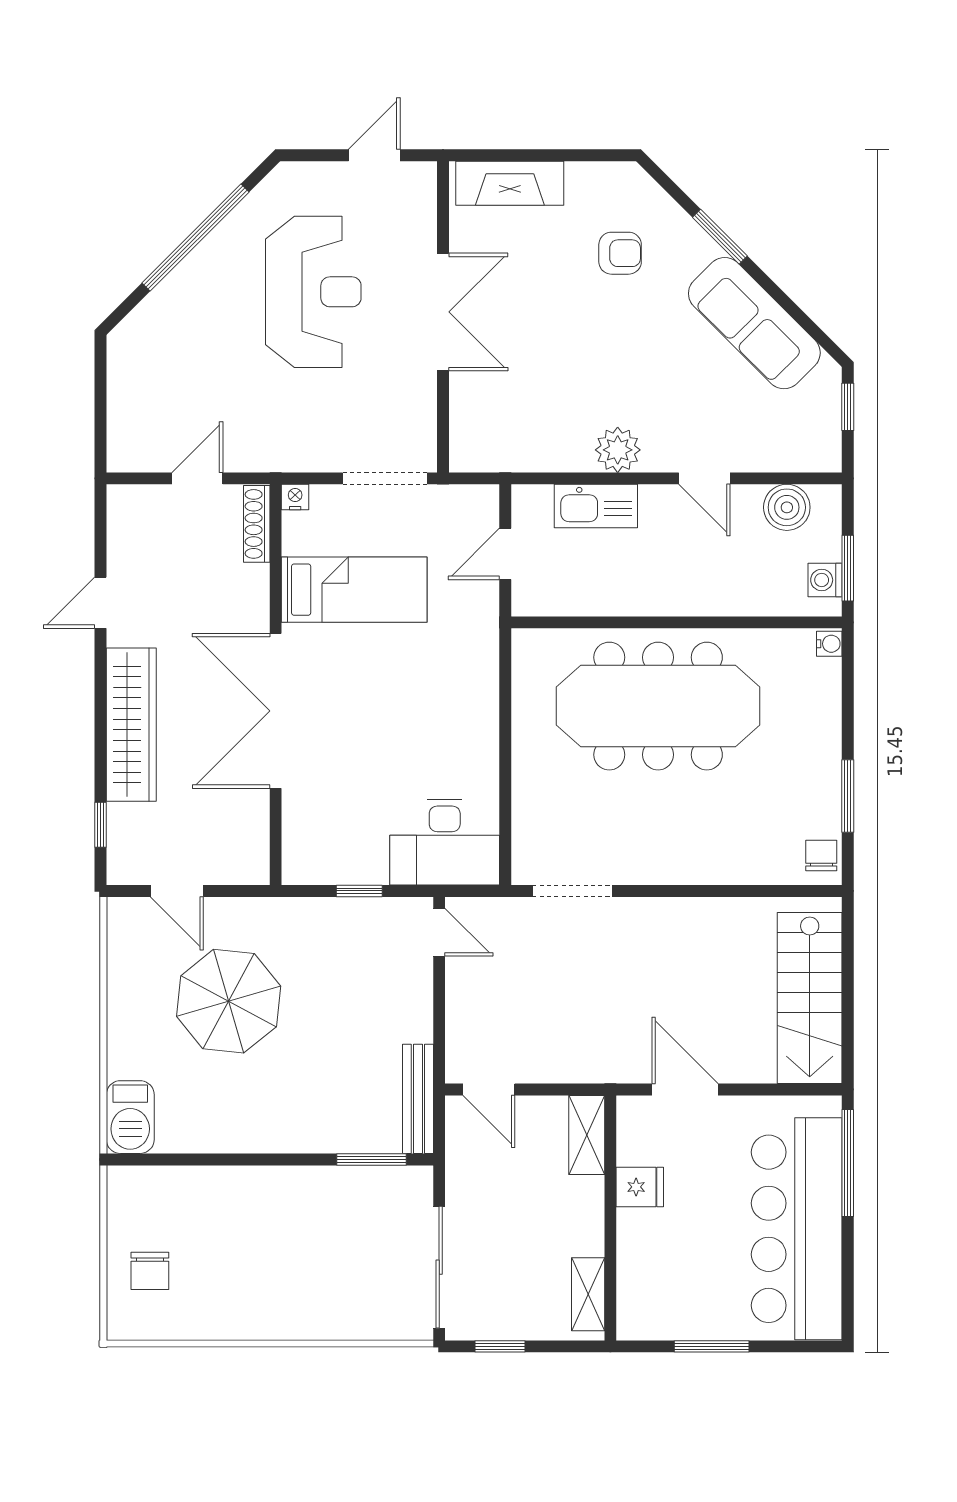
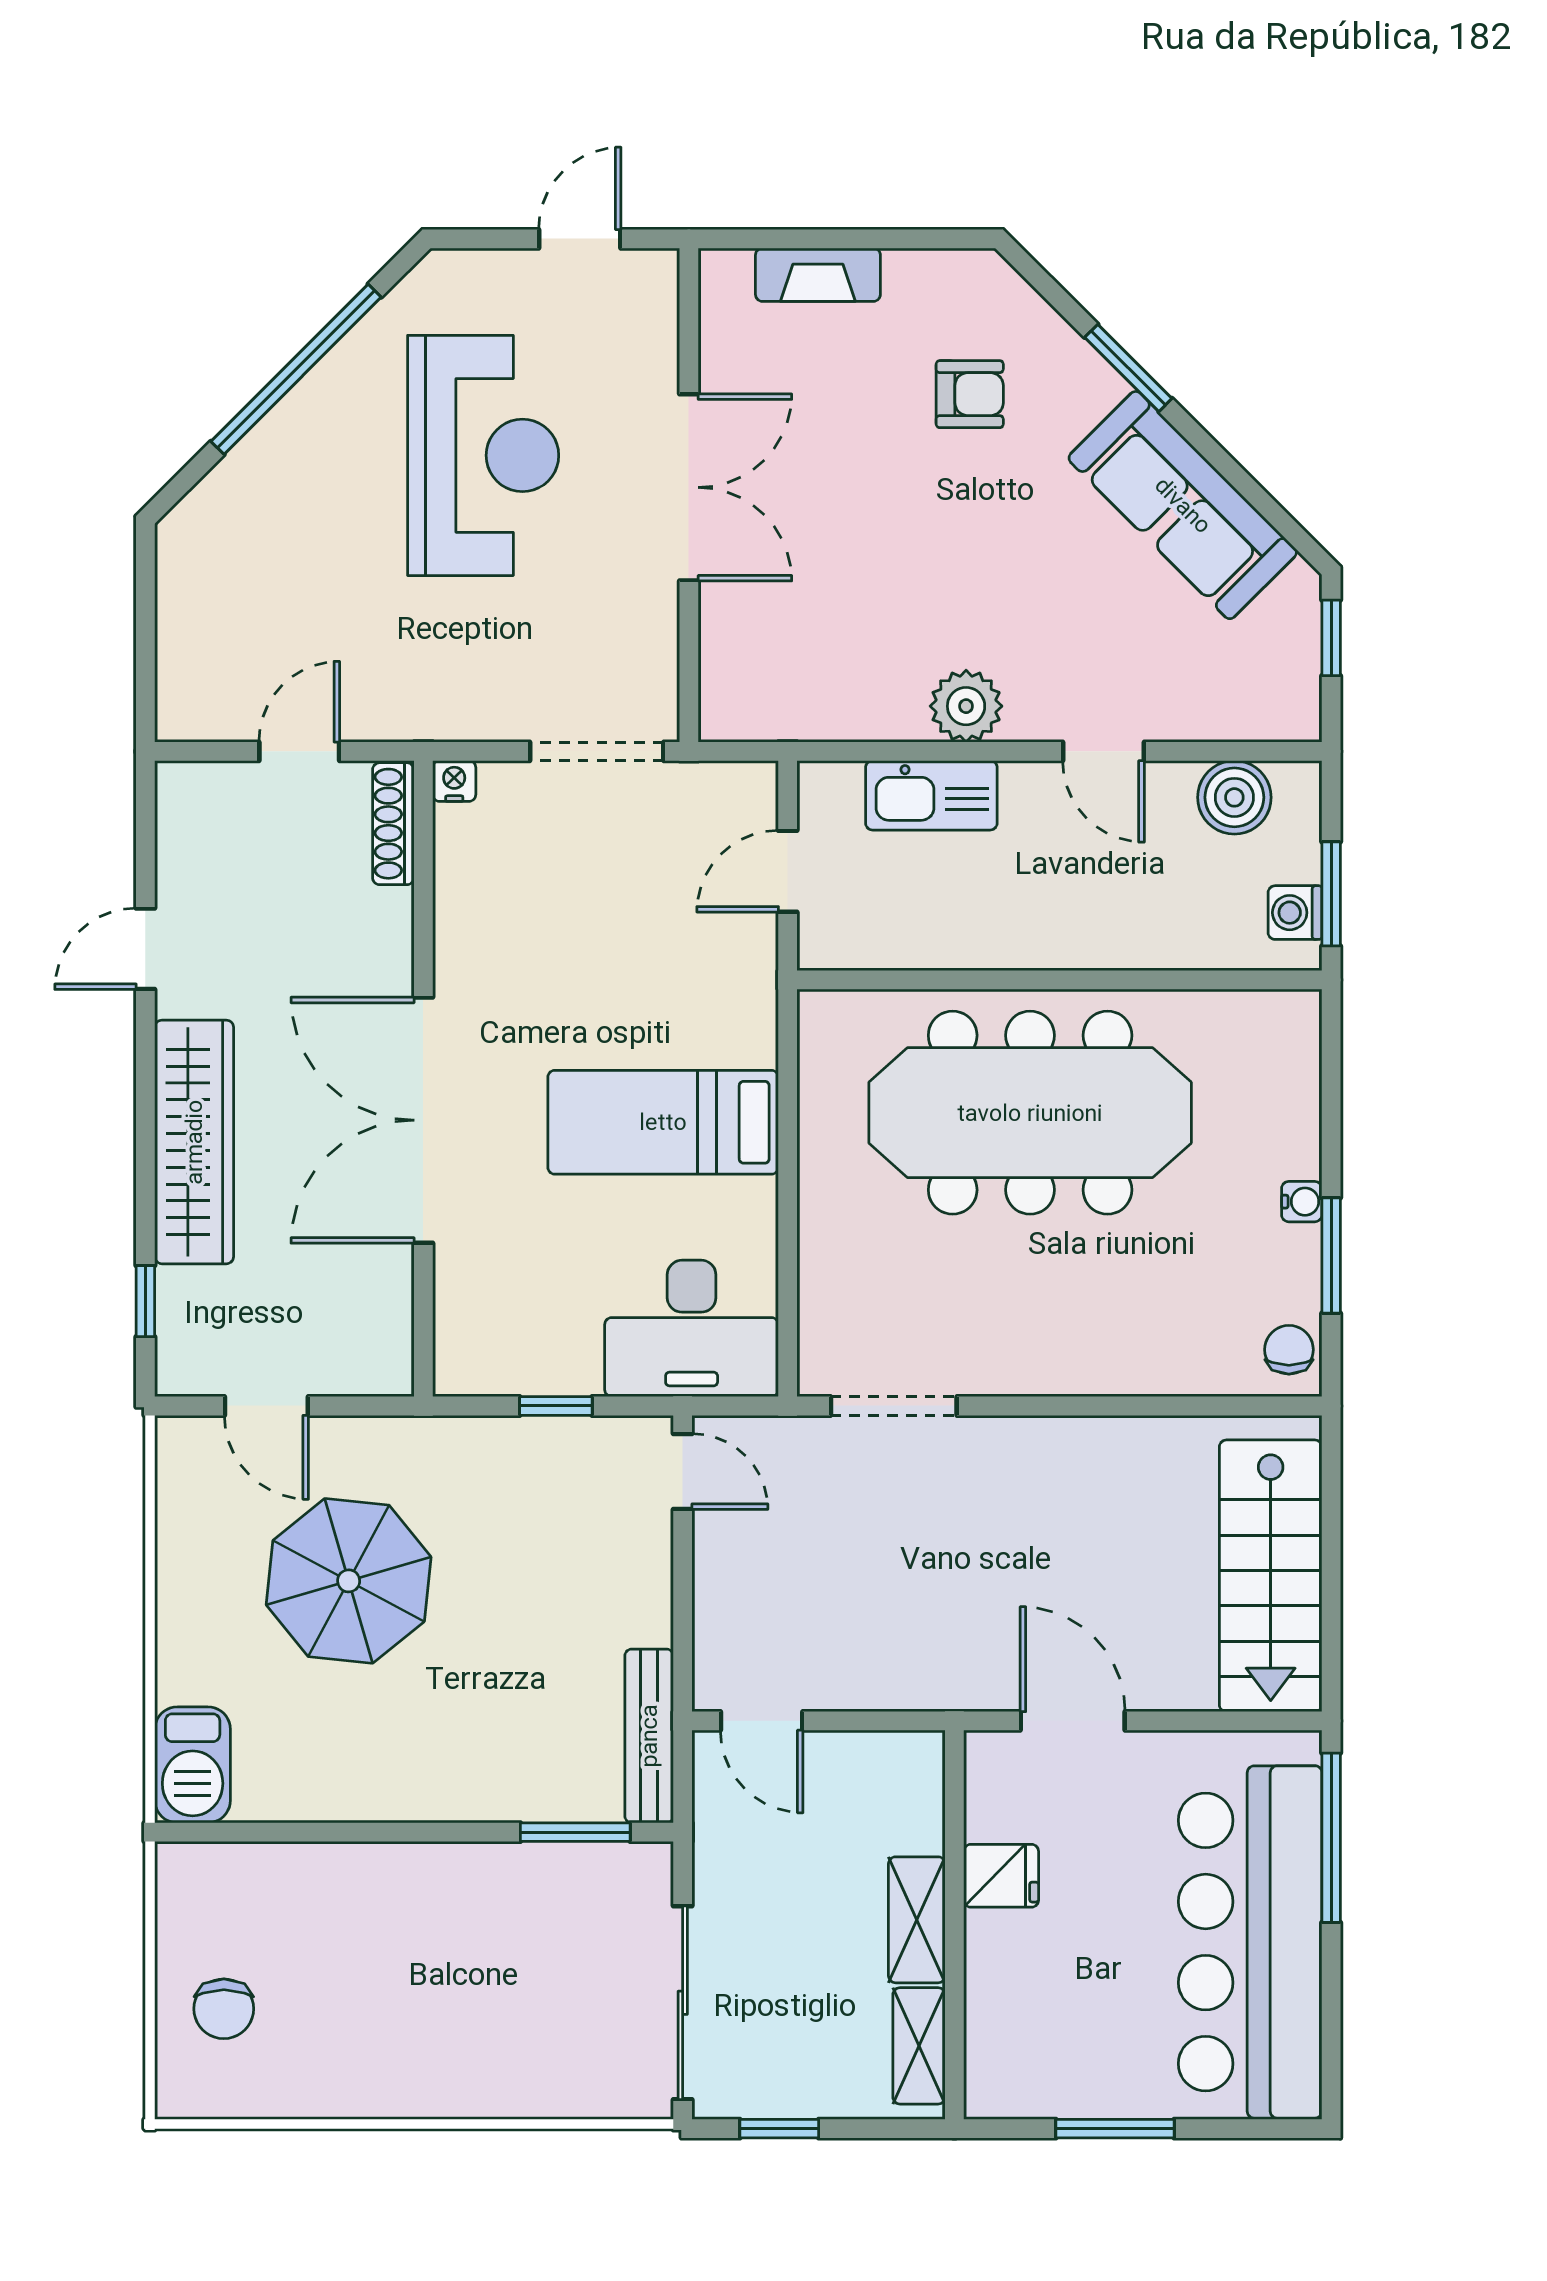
fireplace: (510, 183) -> (818, 275), width x0.73, depth x0.76
bed: (354, 590) -> (663, 1122), moved, turned 180
water cooler: (829, 644) -> (1302, 1202), moved
shelving: (587, 1135) -> (917, 1920), moved

